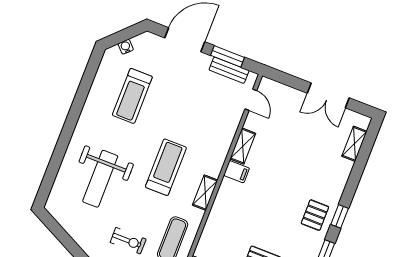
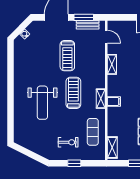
treadmill: (132, 96) -> (67, 56), moved
filing cabinet: (236, 172) -> (114, 101), moved
weight bench: (100, 179) -> (42, 103), moved

